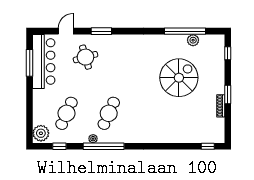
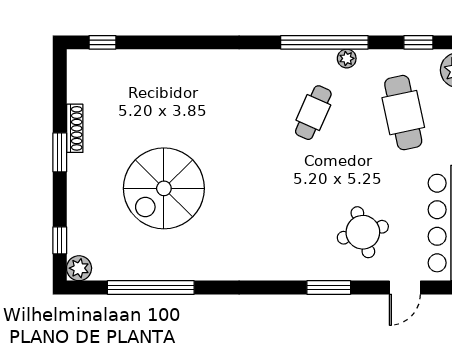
plant: (193, 40) -> (79, 268), moved
cafe table: (67, 113) -> (403, 113), turned -36
cafe table: (109, 113) -> (313, 113), width x0.73, depth x0.74

